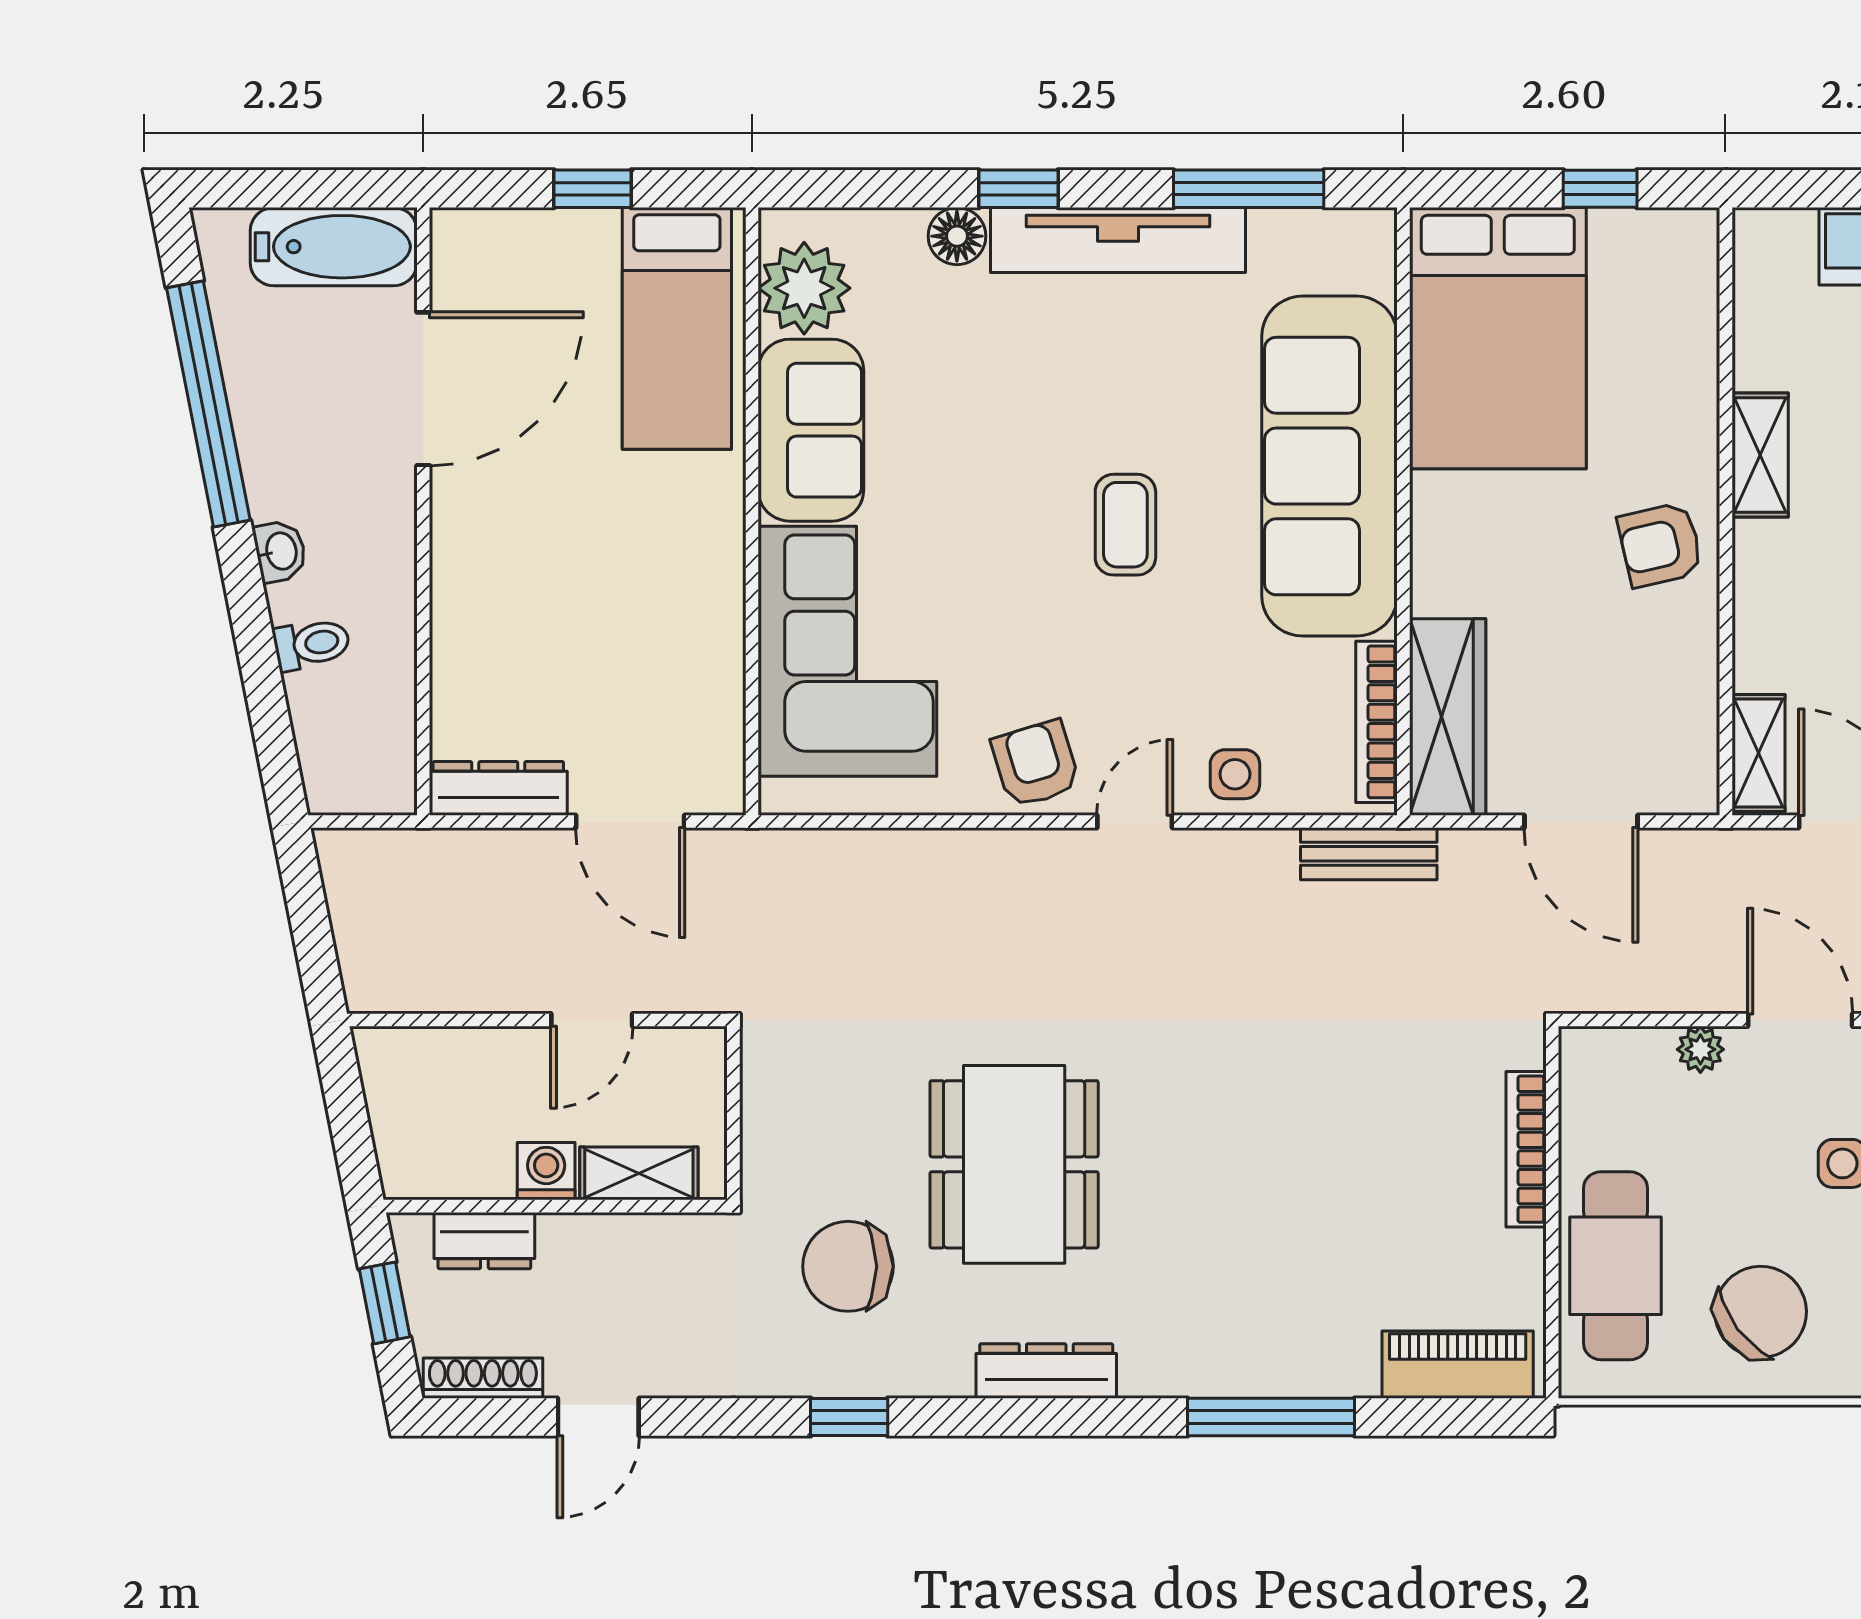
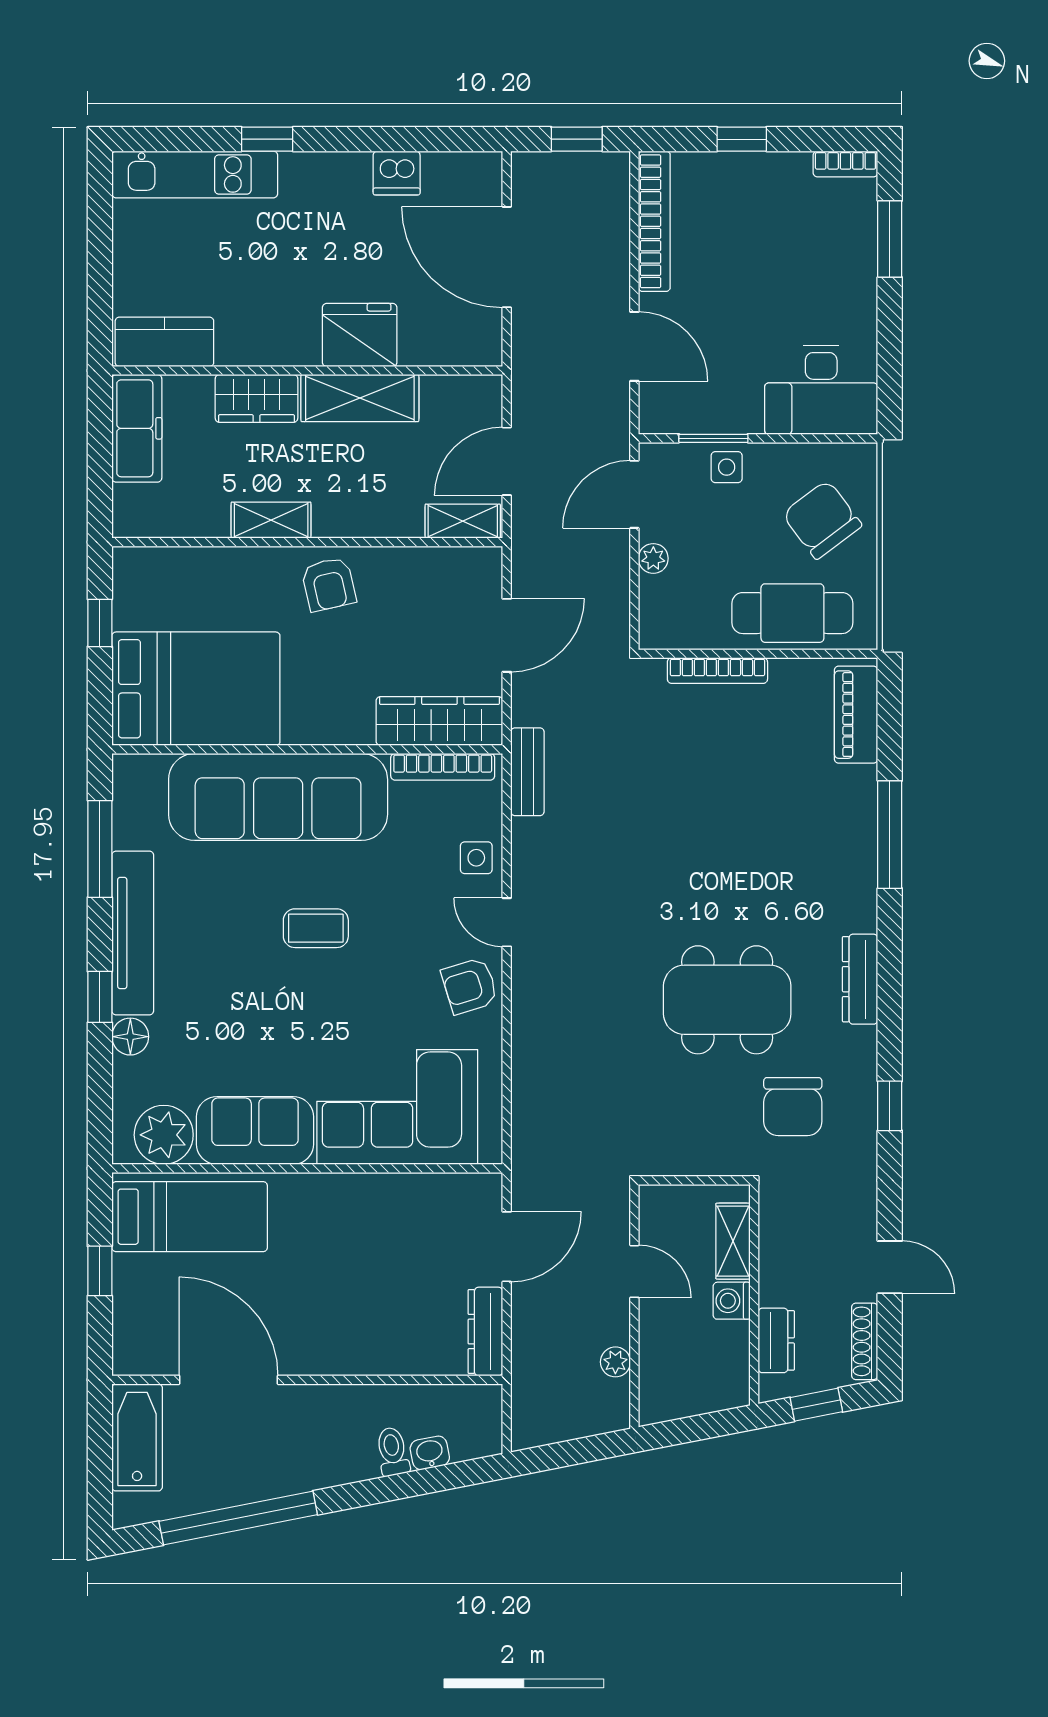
washbasin: (280, 551) -> (430, 1453), moved
plant: (451, 991) -> (615, 1362), added

